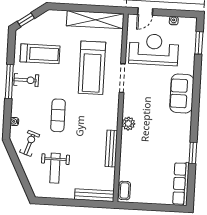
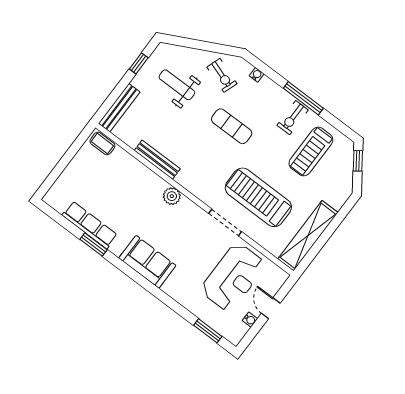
door: (145, 12) -> (271, 308), moved
sofa: (182, 93) -> (147, 262), moved
row of seats: (181, 184) -> (90, 225), moved
window: (58, 202) -> (139, 63), added

